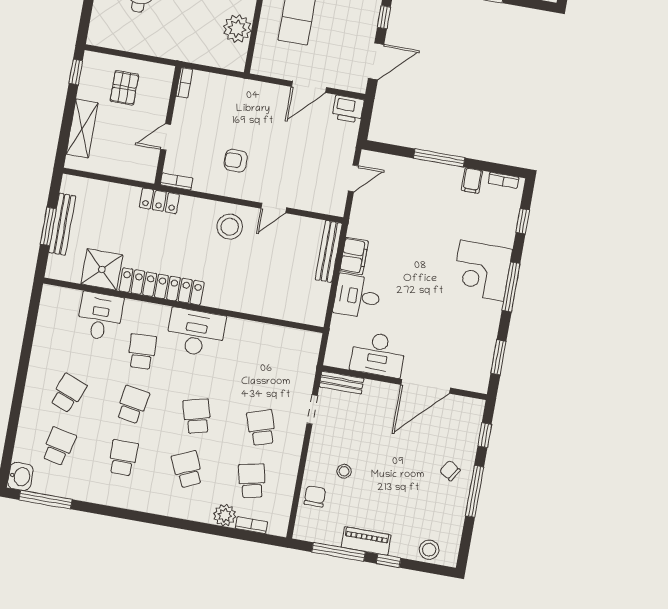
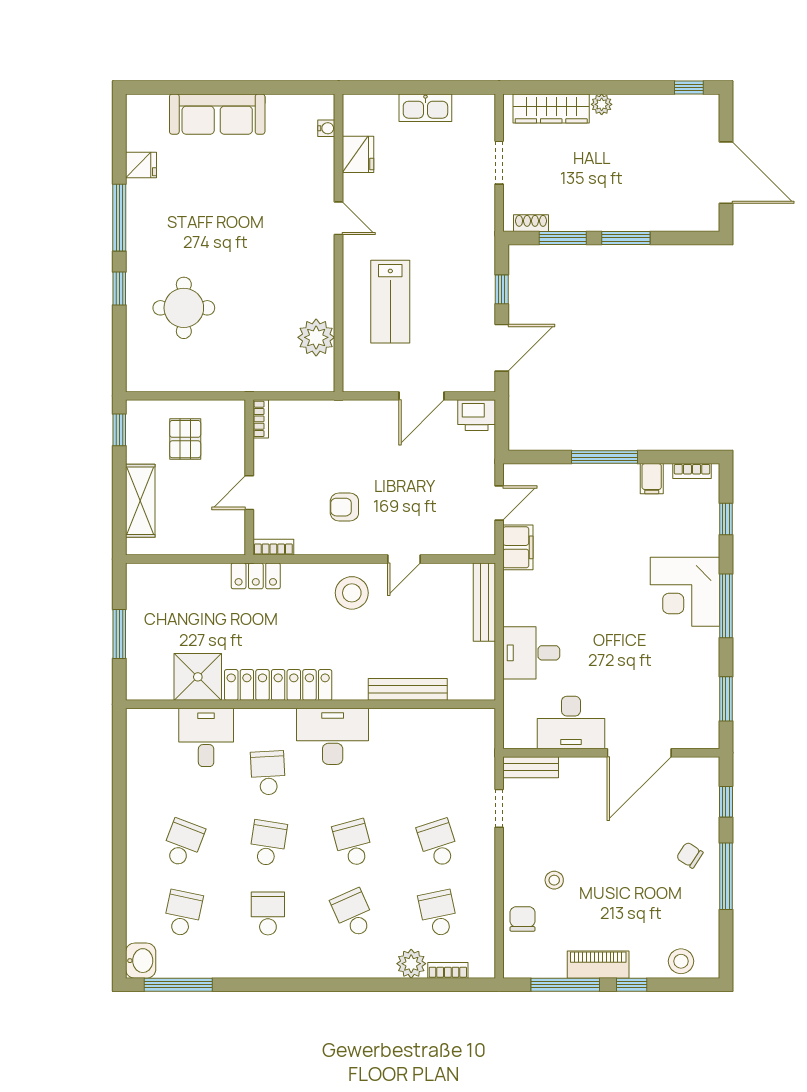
bench: (62, 224) -> (408, 689), moved, turned 90
filing cabinet: (354, 256) -> (518, 547), moved

